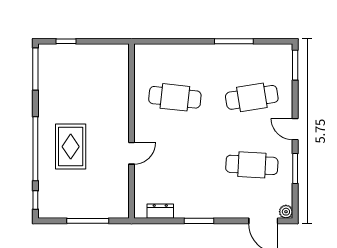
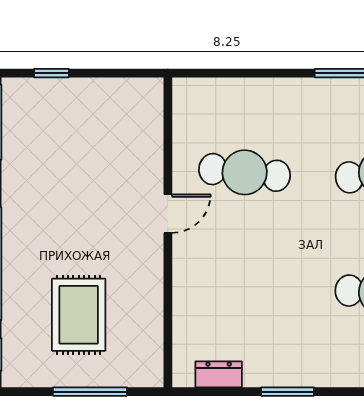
rug: (71, 147) -> (79, 315), moved
door: (132, 153) -> (168, 214), moved

